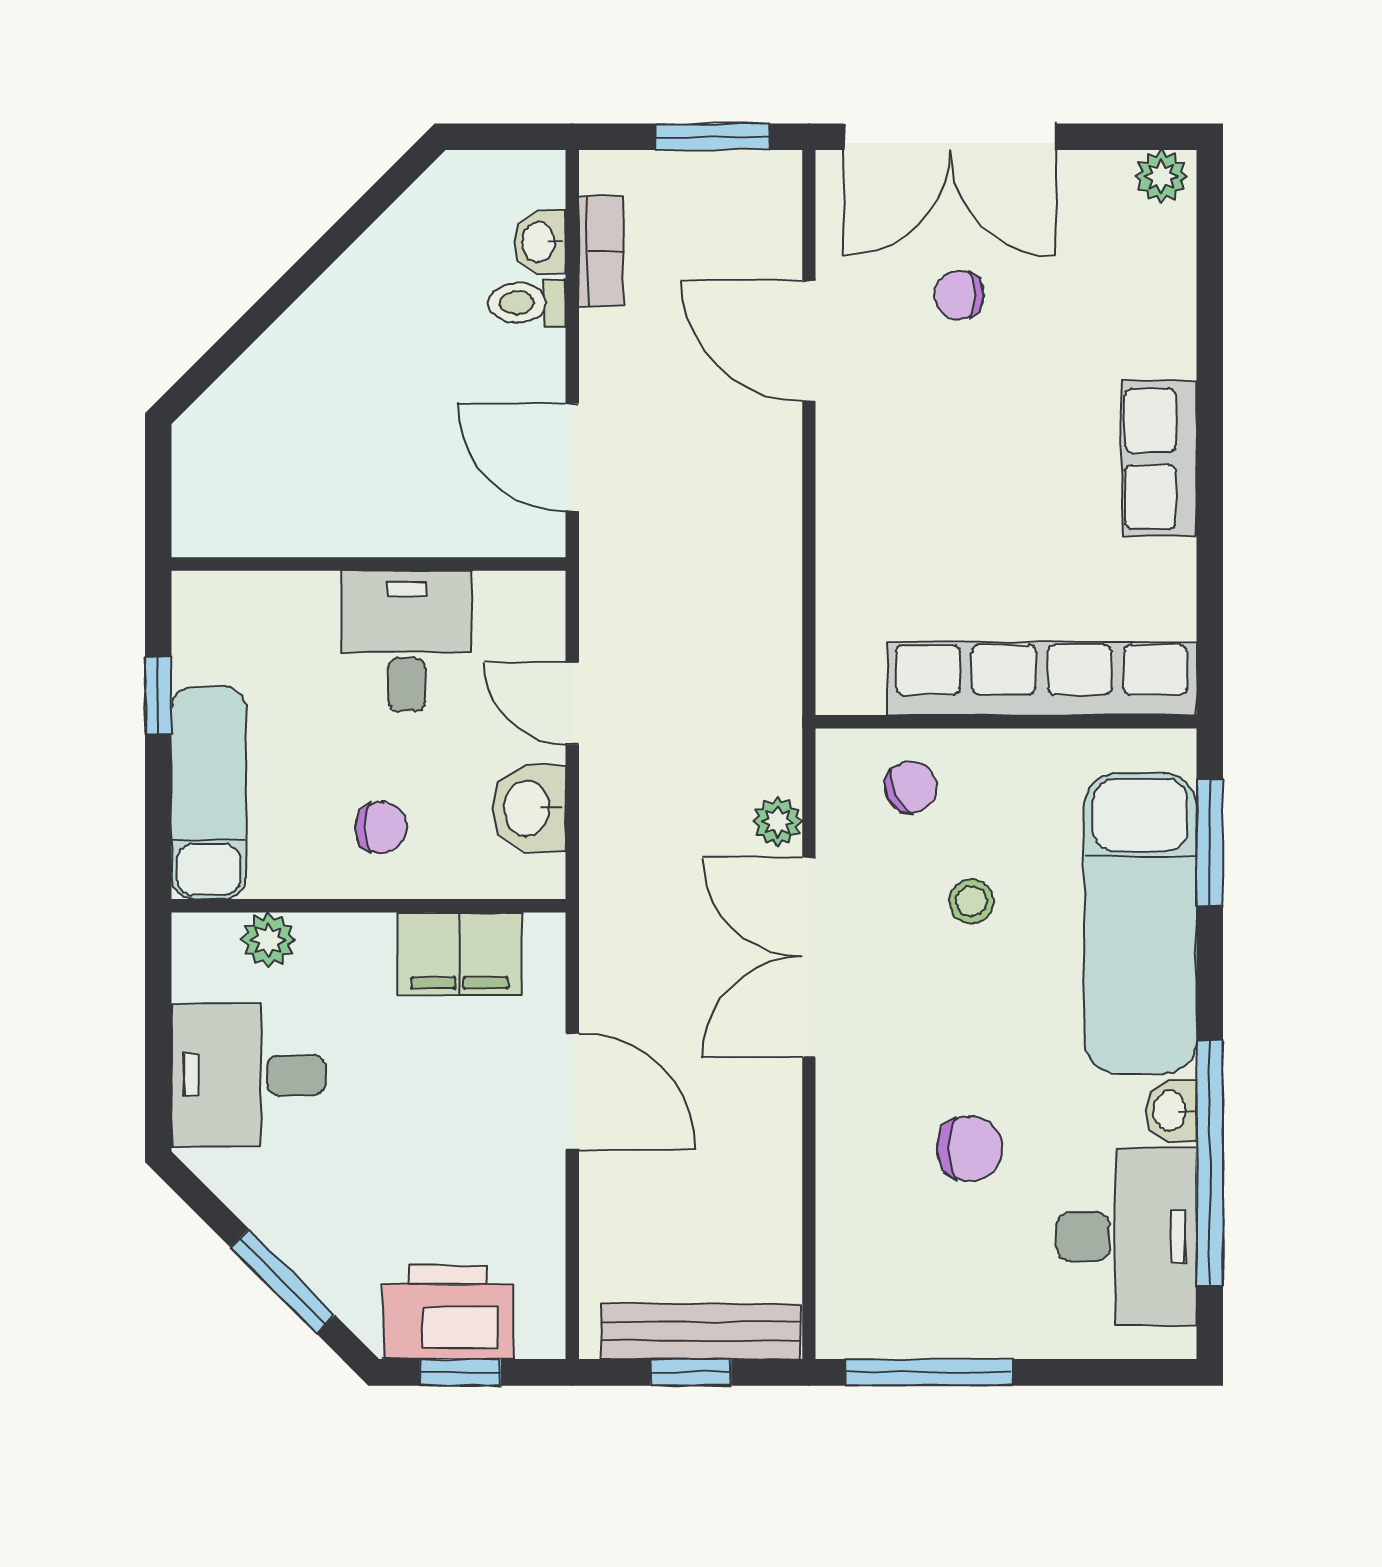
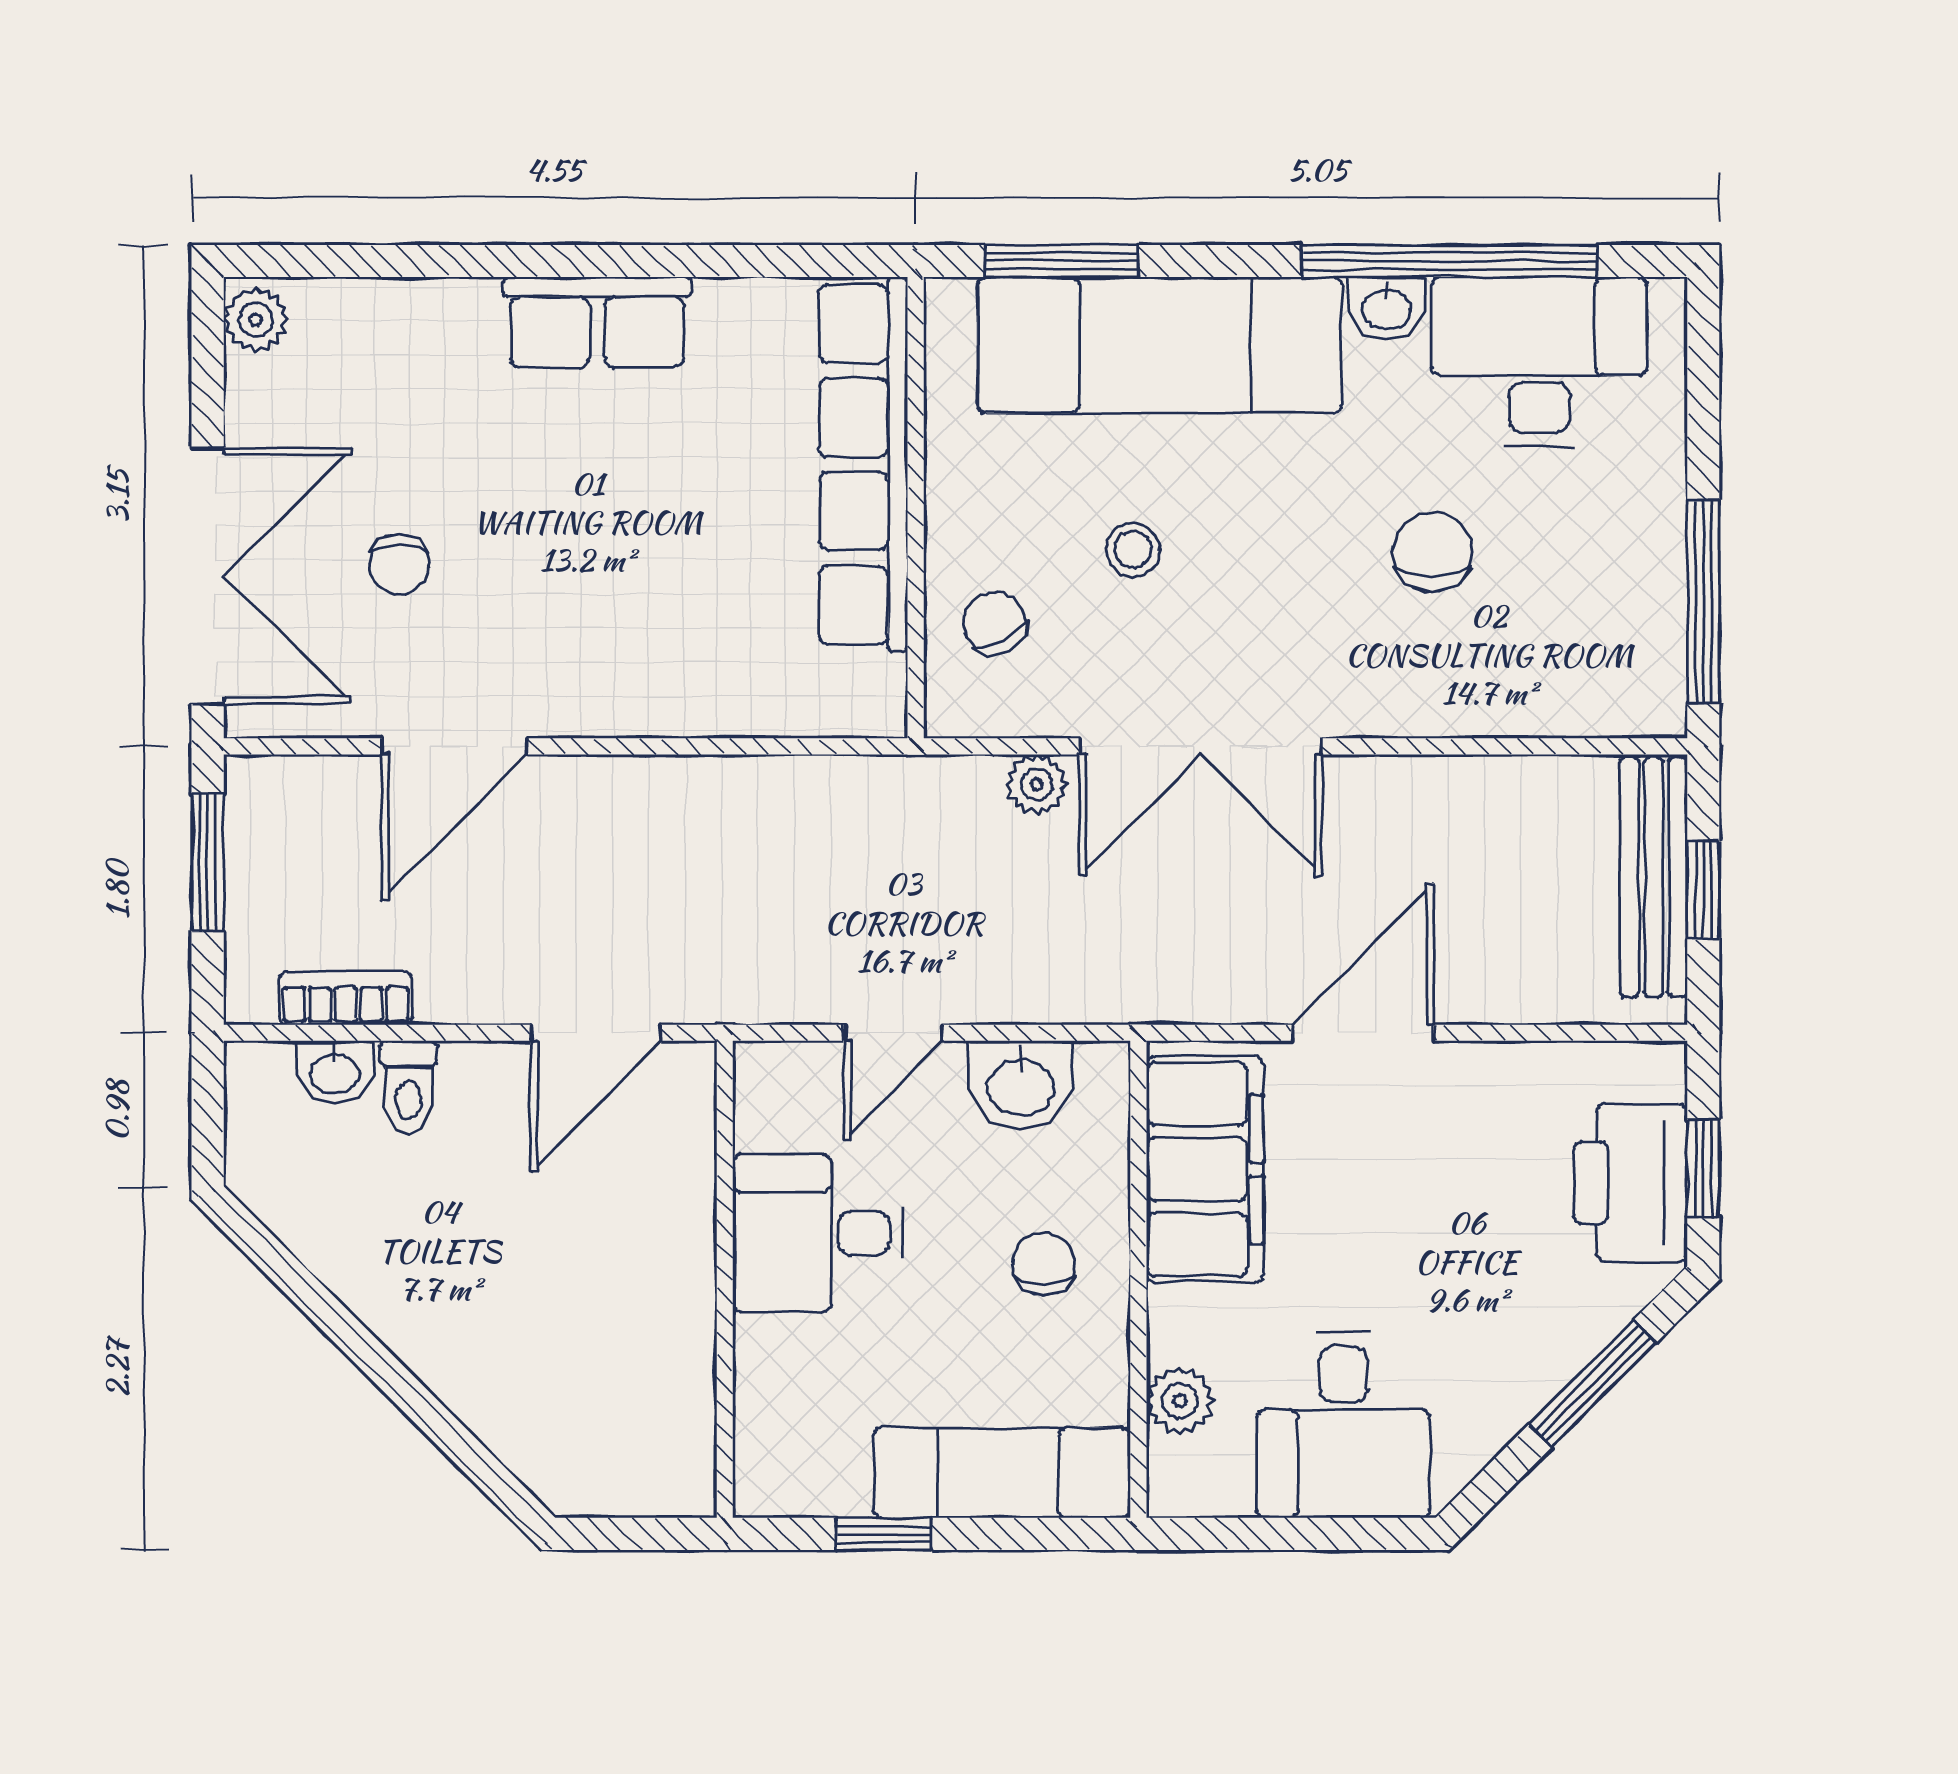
filing cabinet: (459, 954) -> (1205, 1169), width x1.50, depth x1.17

